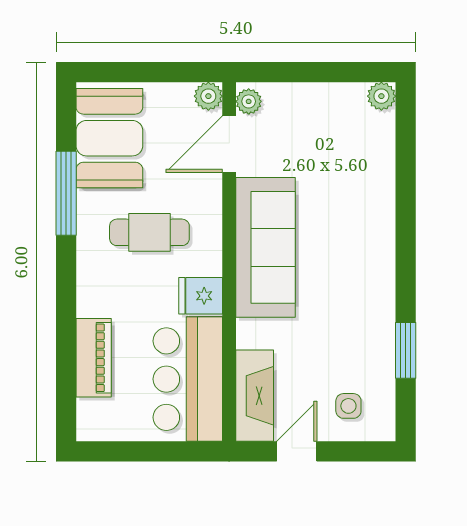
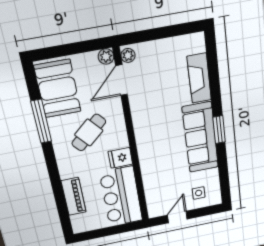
plant: (381, 96) -> (197, 40), removed
cafe table: (149, 232) -> (89, 133), turned -41
sofa: (265, 247) -> (200, 137), moved, turned 180
window: (406, 350) -> (219, 130), moved
fireplace: (255, 396) -> (199, 78), moved, turned 180

